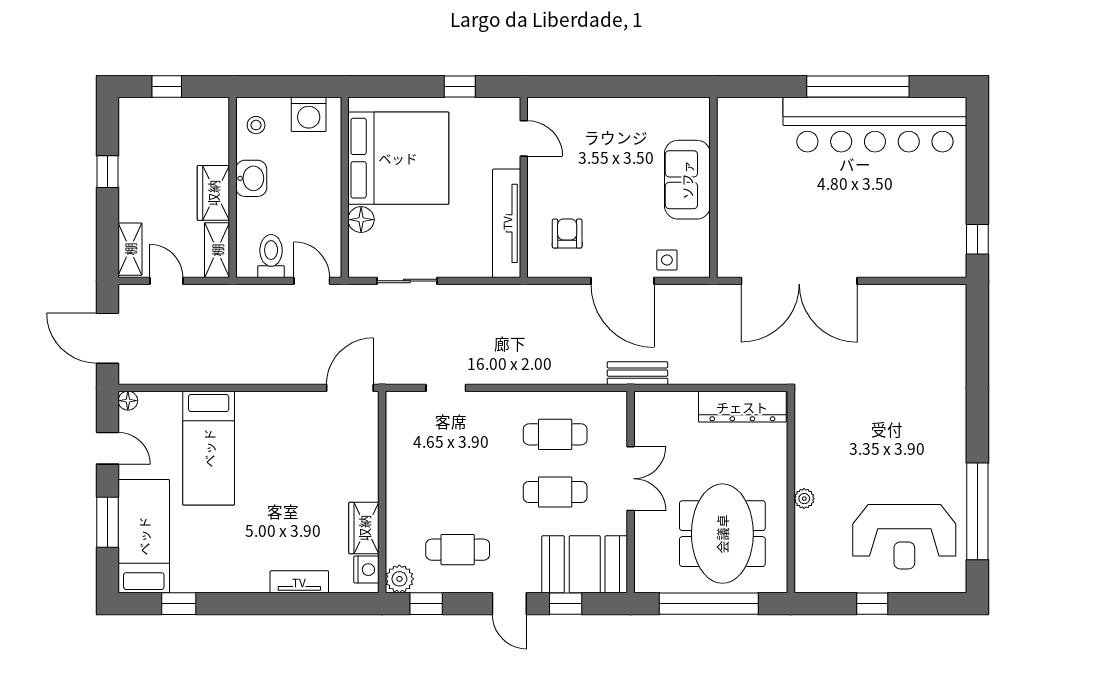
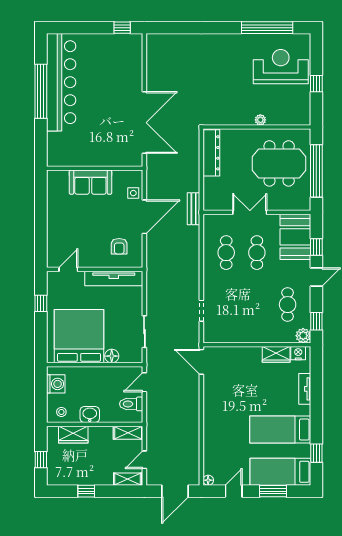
wardrobe: (213, 193) -> (73, 435), moved
armchair: (567, 234) -> (119, 246), turned -90
bed: (209, 448) -> (280, 430), moved, turned 180
reception desk: (904, 537) -> (281, 67), turned -90

